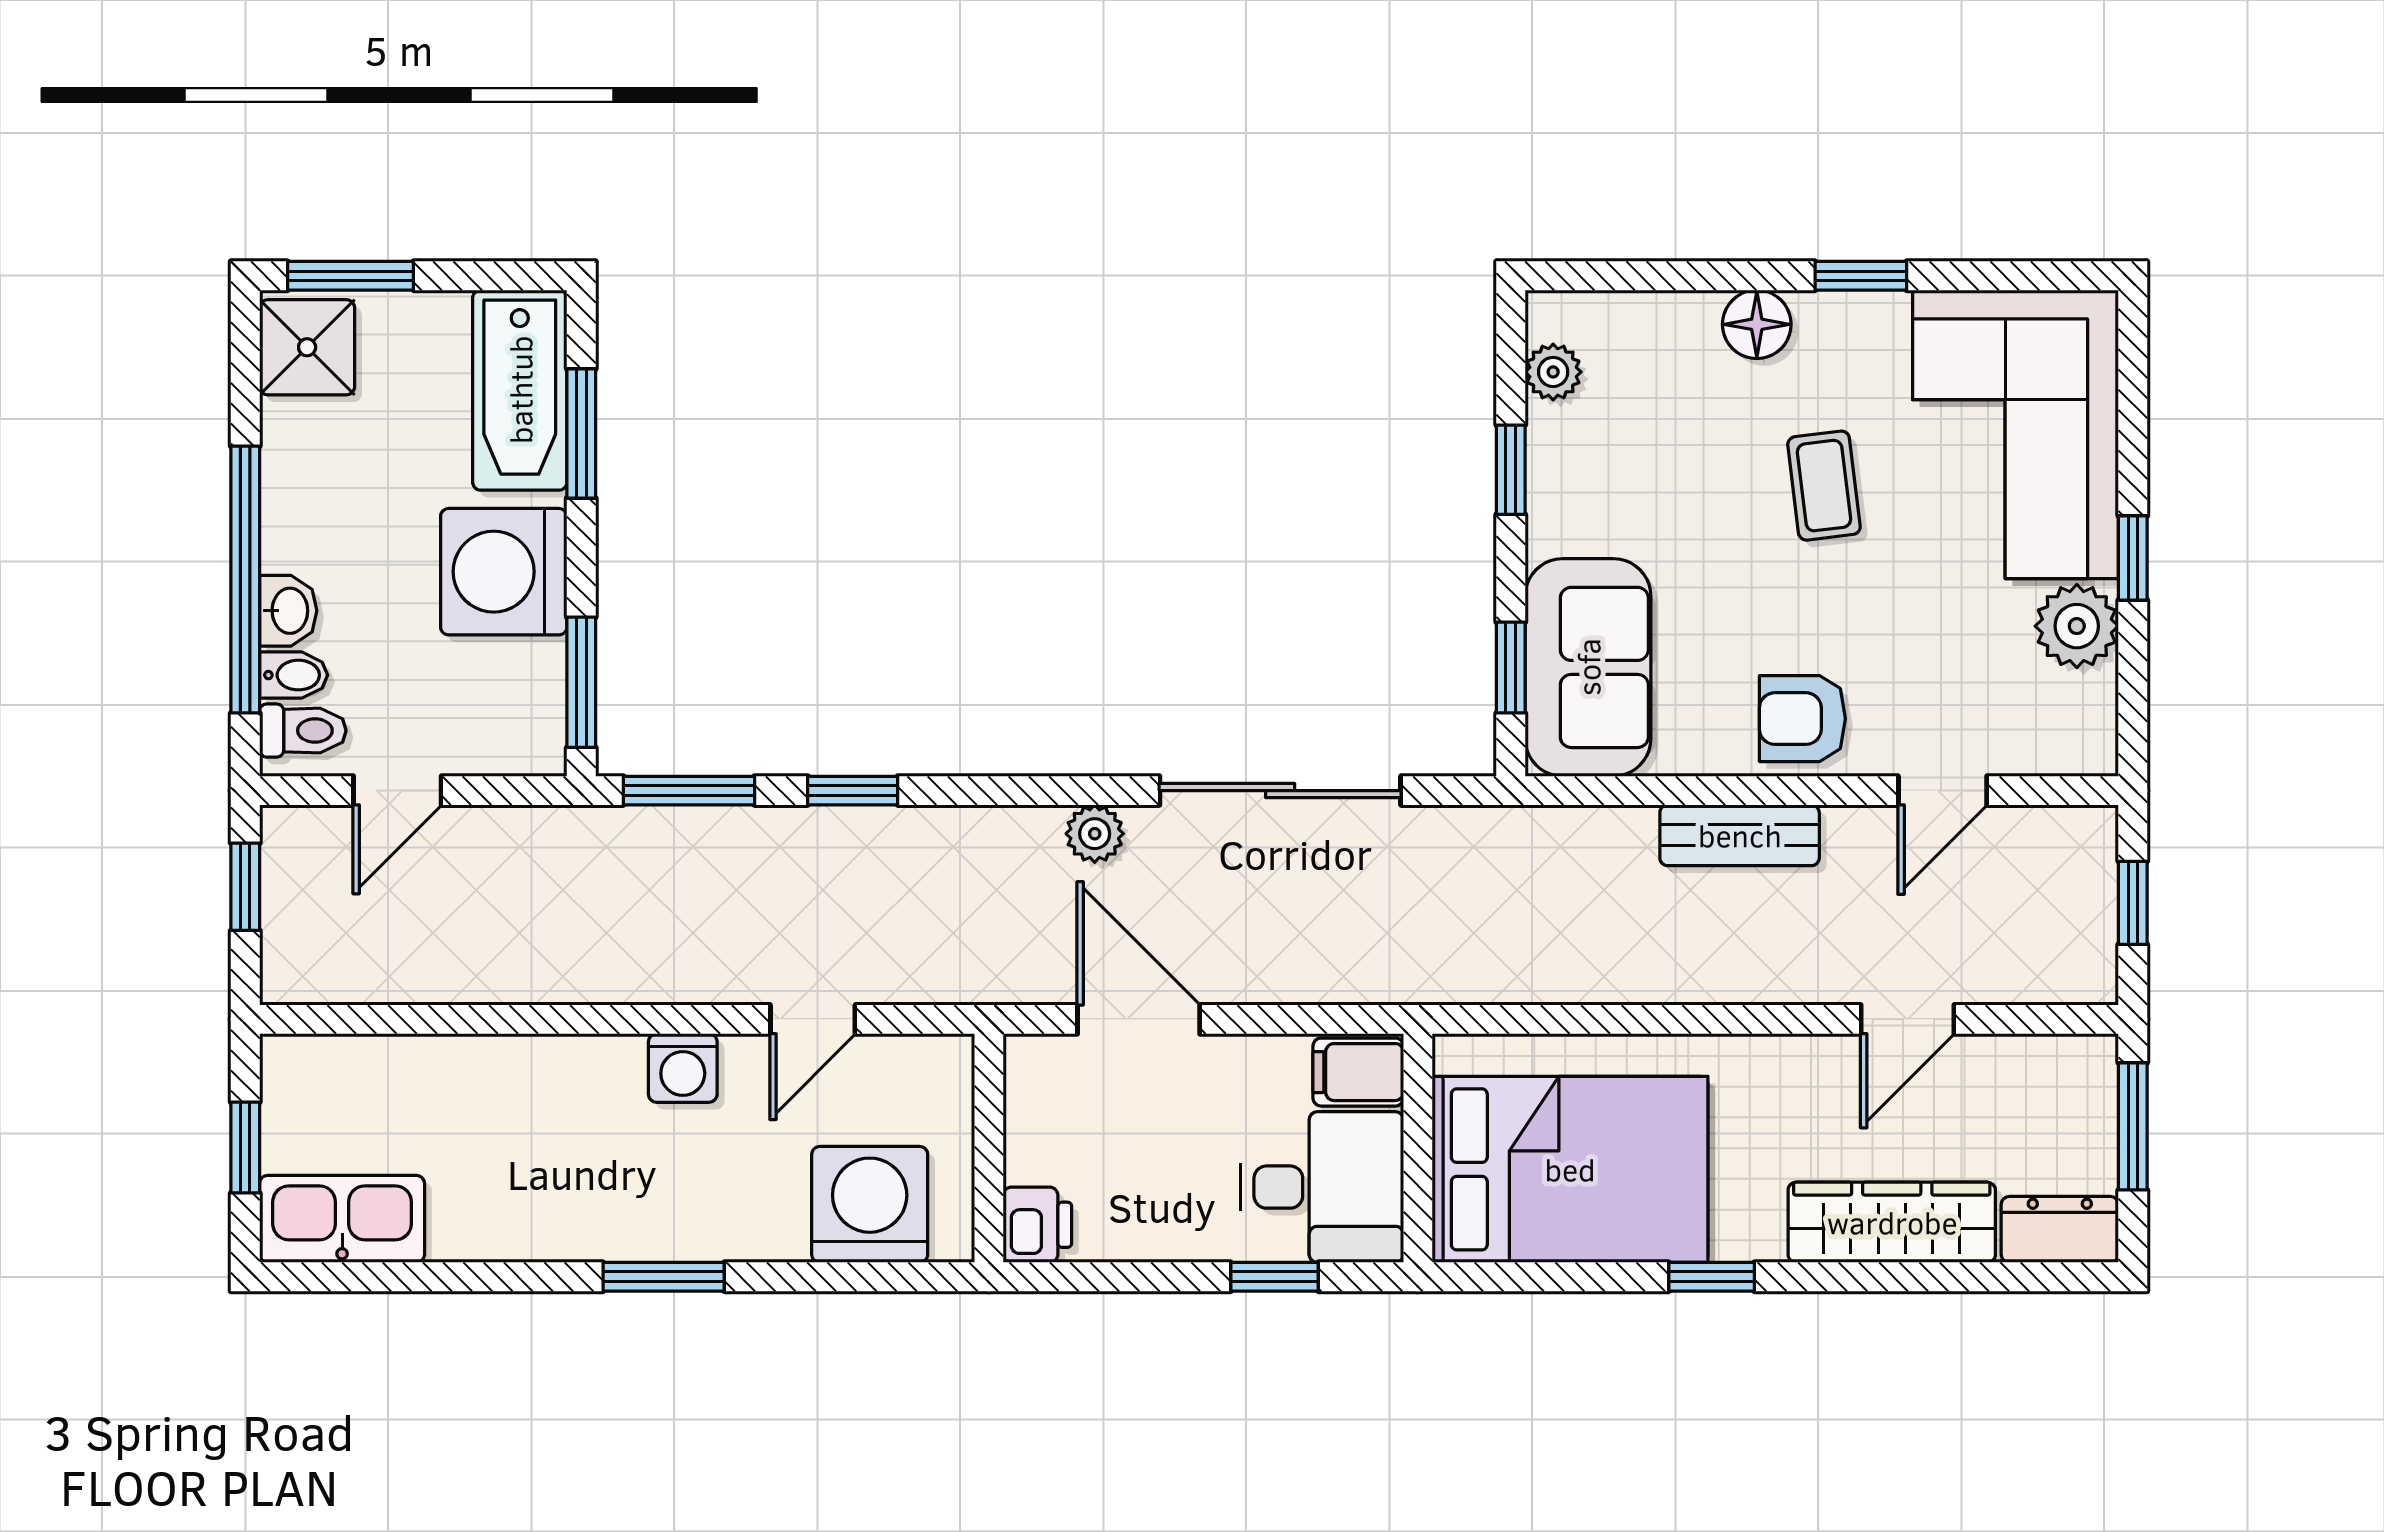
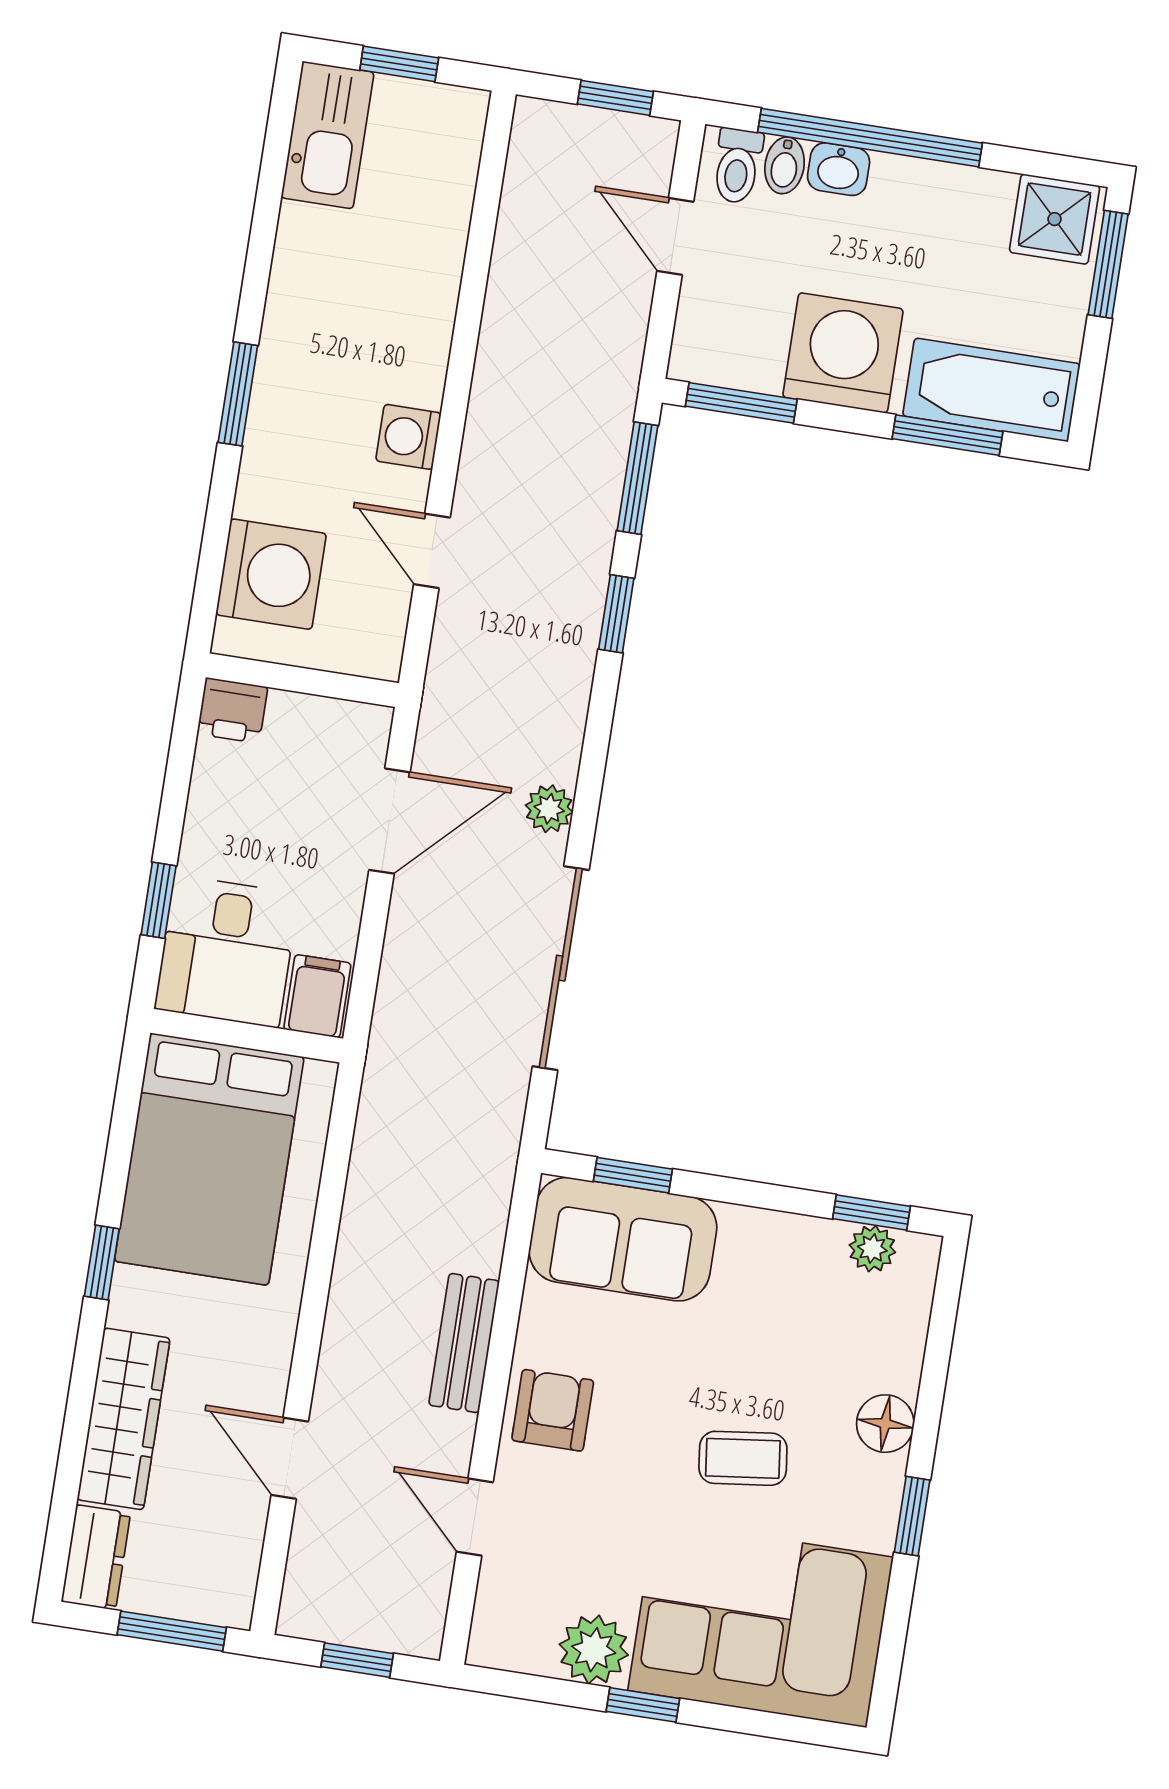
window: (1511, 470) -> (871, 1212), moved

